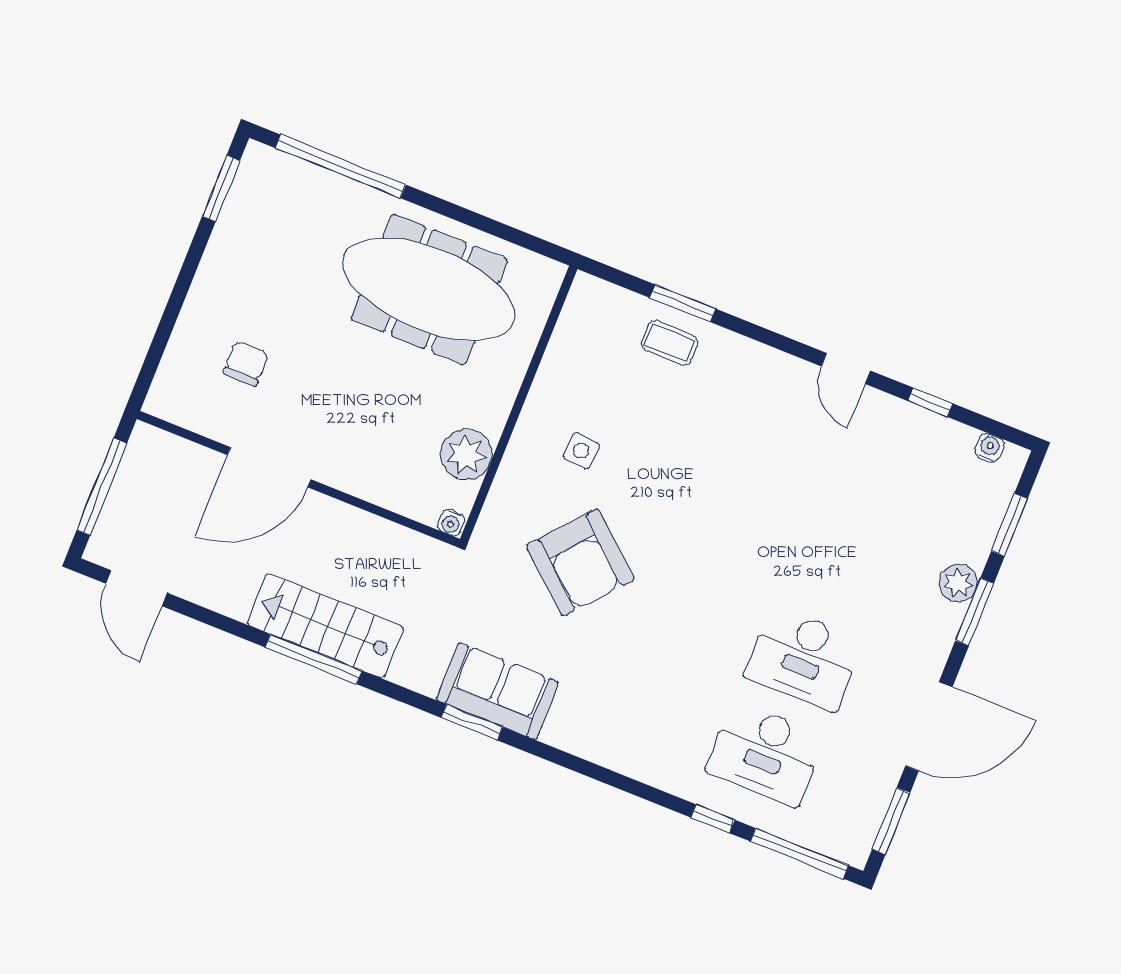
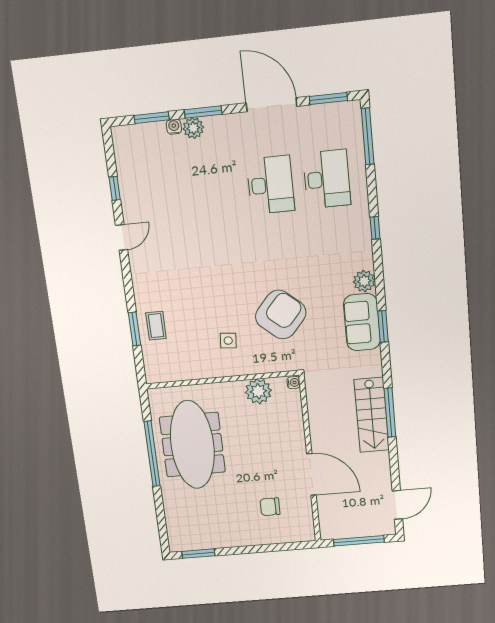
window: (341, 166) -> (152, 454), moved
water cooler: (989, 448) -> (174, 127), moved, turned 90
plant: (565, 730) -> (364, 281), added
window: (713, 819) -> (375, 228), moved

